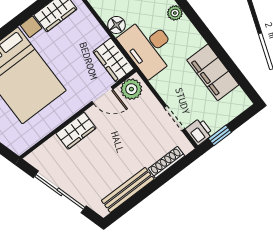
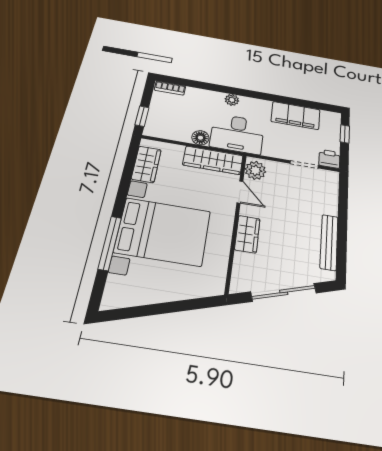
wardrobe: (114, 60) -> (213, 160), width x1.50
door: (102, 95) -> (240, 192), hinge flipped
window: (220, 135) -> (345, 134), moved
shoe rack: (166, 162) -> (332, 198), removed

